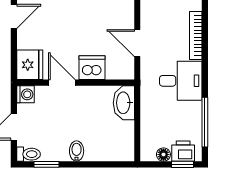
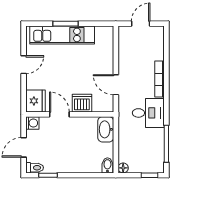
bidet: (77, 151) -> (107, 165), moved
printer: (183, 151) -> (150, 165), removed
floor lamp: (163, 155) -> (123, 168), moved

